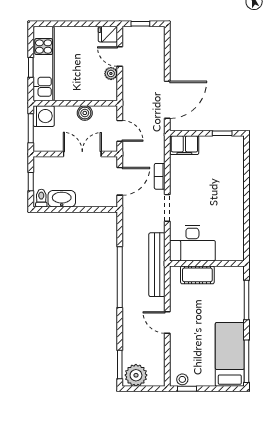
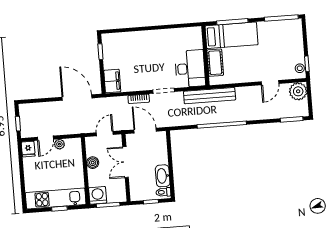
door: (167, 322) -> (270, 83), moved
bed: (230, 354) -> (232, 35), moved, turned 180
plant: (136, 375) -> (298, 91), moved

